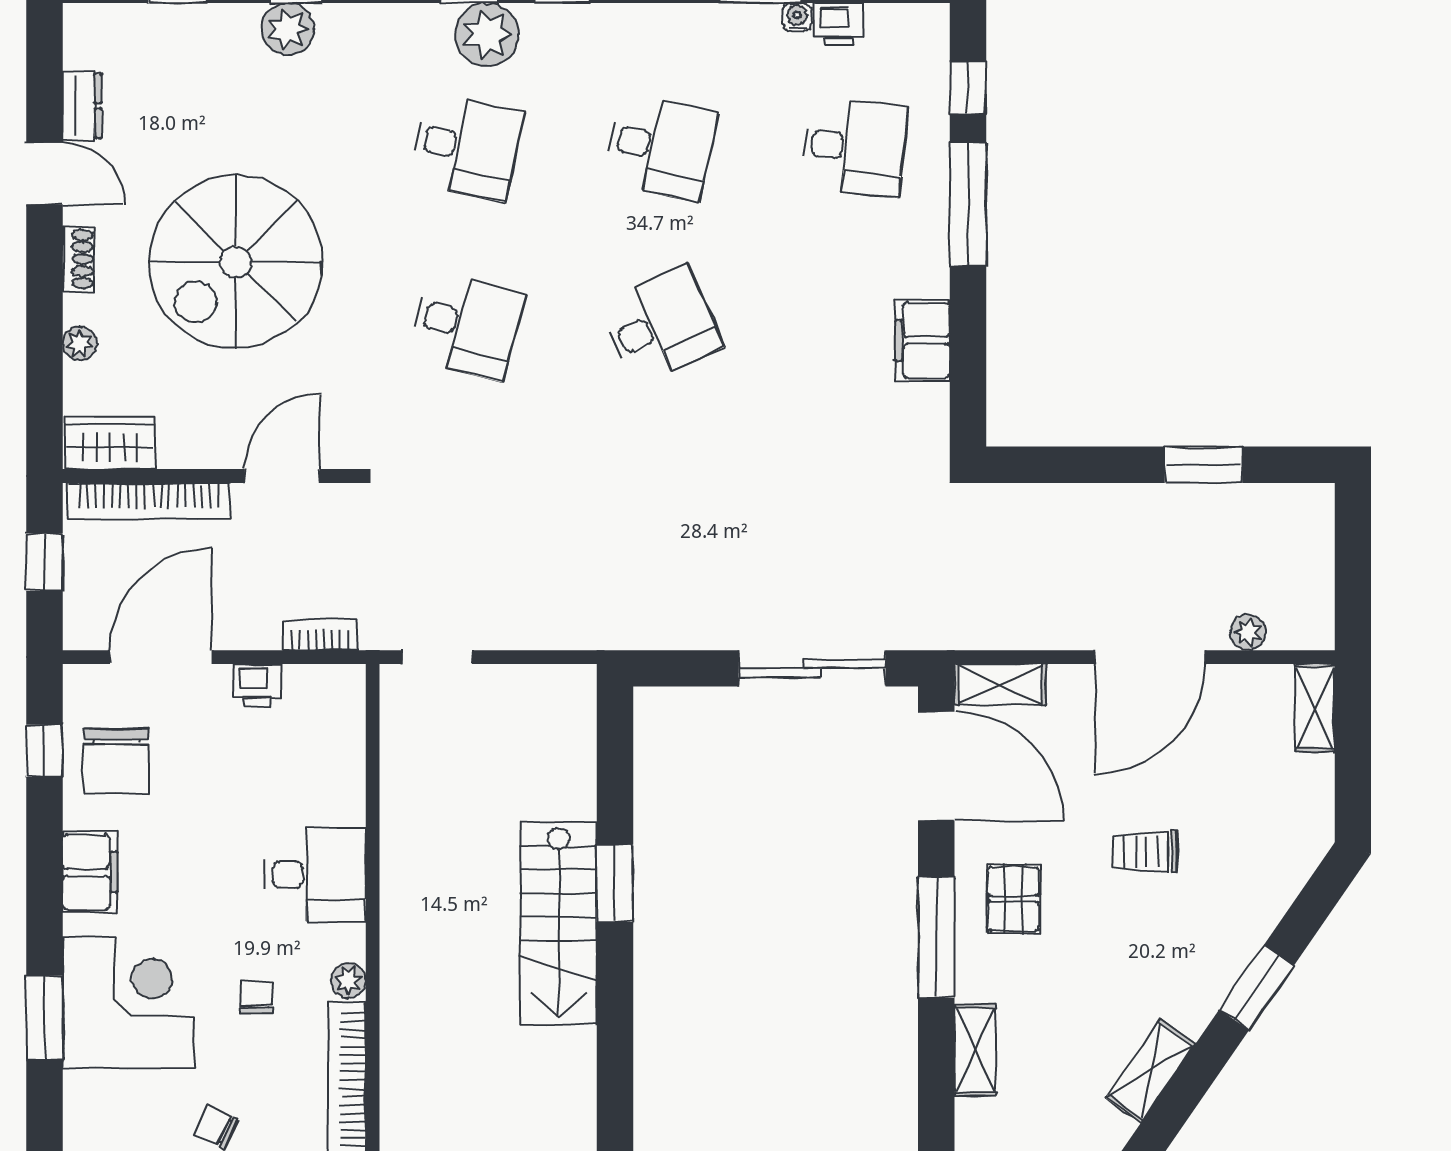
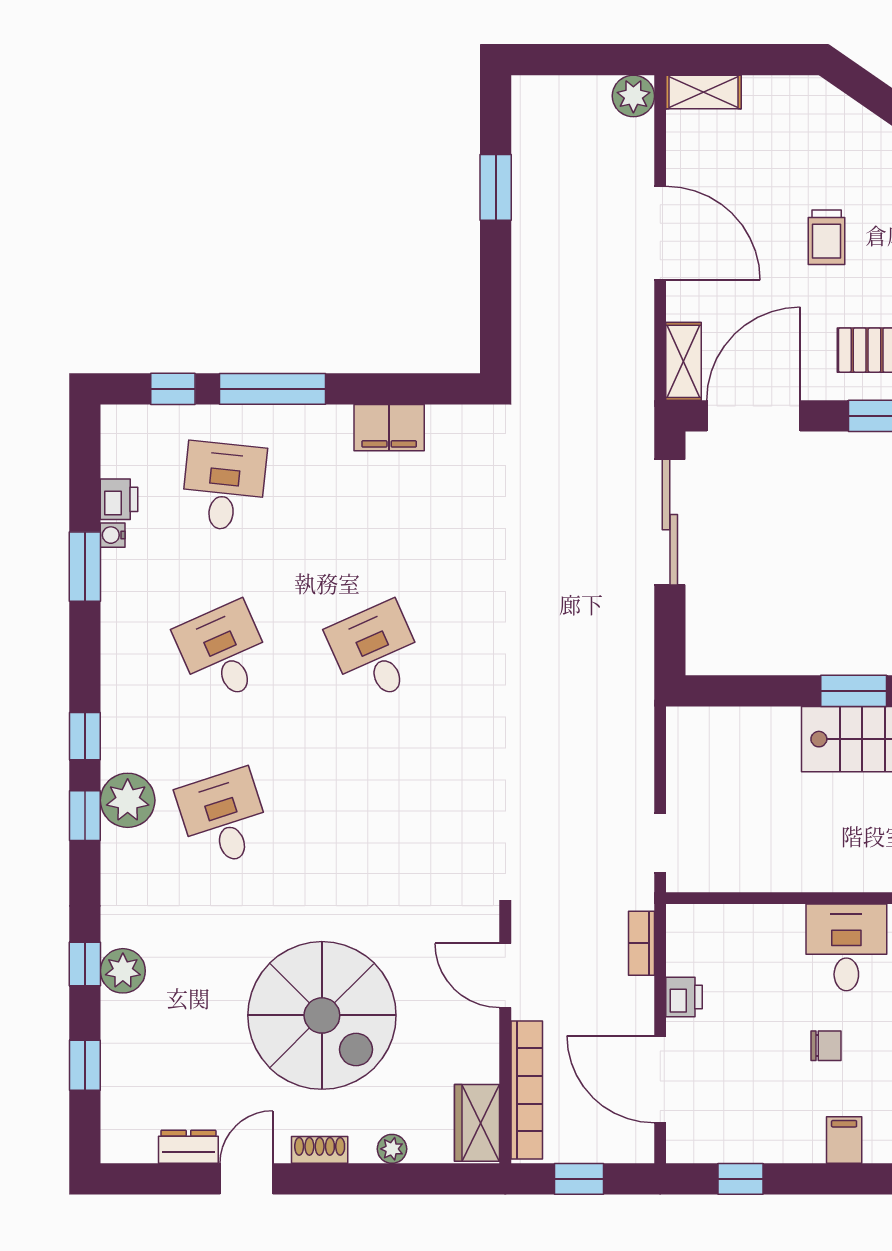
desk: (466, 147) -> (224, 818), turned -30
desk: (660, 147) -> (224, 652), turned -36
desk: (466, 325) -> (376, 818), removed
plant: (1248, 632) -> (633, 96), moved, width x1.38, depth x1.38
chair: (116, 761) -> (826, 1046), moved, width x0.54, depth x0.54
filing cabinet: (90, 872) -> (844, 1140), width x0.50

